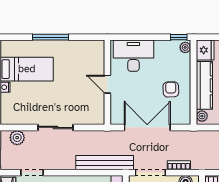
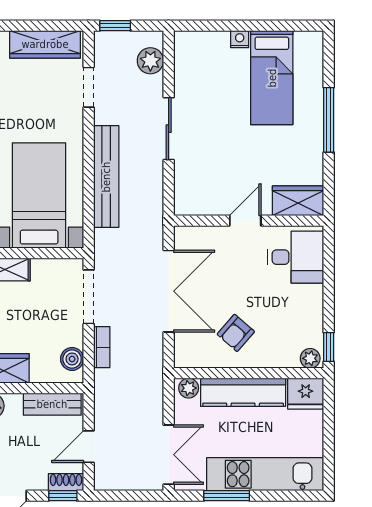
wardrobe: (96, 54) -> (298, 201), added
desk: (133, 56) -> (296, 257), width x0.73
armchair: (171, 89) -> (236, 333), turned 133
bench: (105, 163) -> (106, 177), moved

